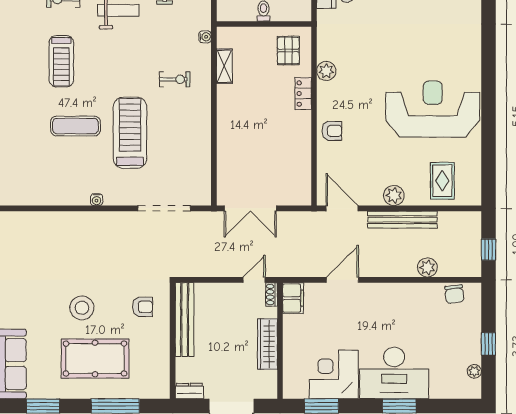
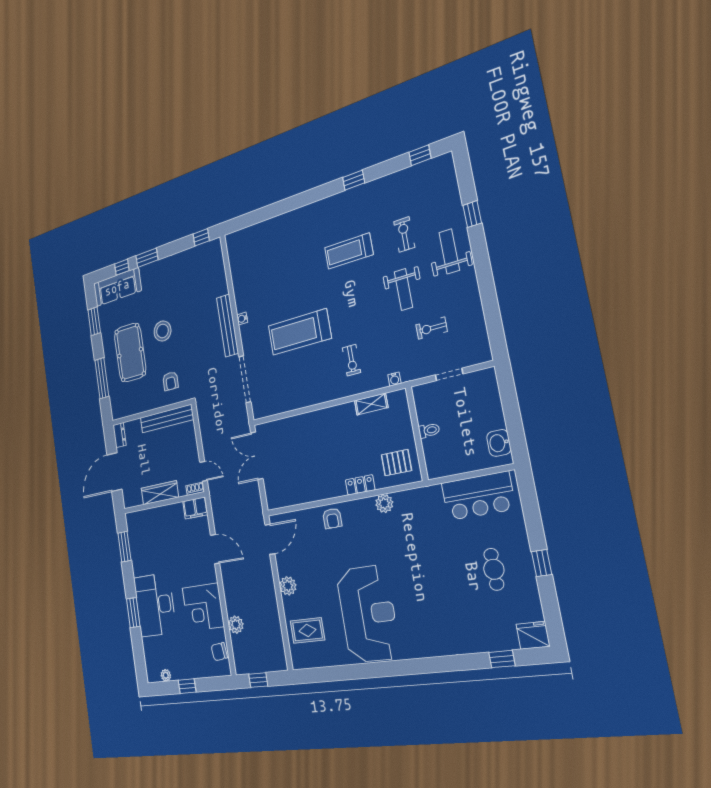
exercise mat: (75, 126) -> (297, 282), removed
treadmill: (130, 133) -> (299, 332), turned 180
bench: (402, 220) -> (227, 325), moved
corner desk: (334, 375) -> (203, 607), moved, turned 180

